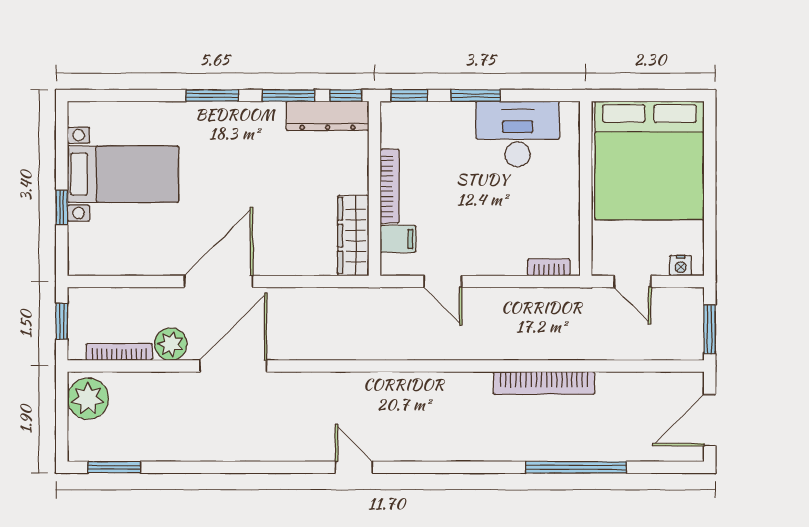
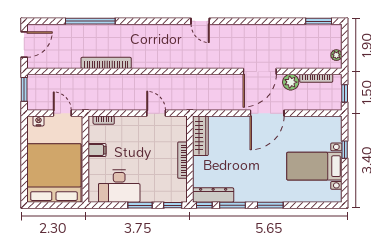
filing cabinet: (398, 239) -> (97, 150), moved, turned 180
plant: (88, 399) -> (336, 55), width x0.53, depth x0.53

